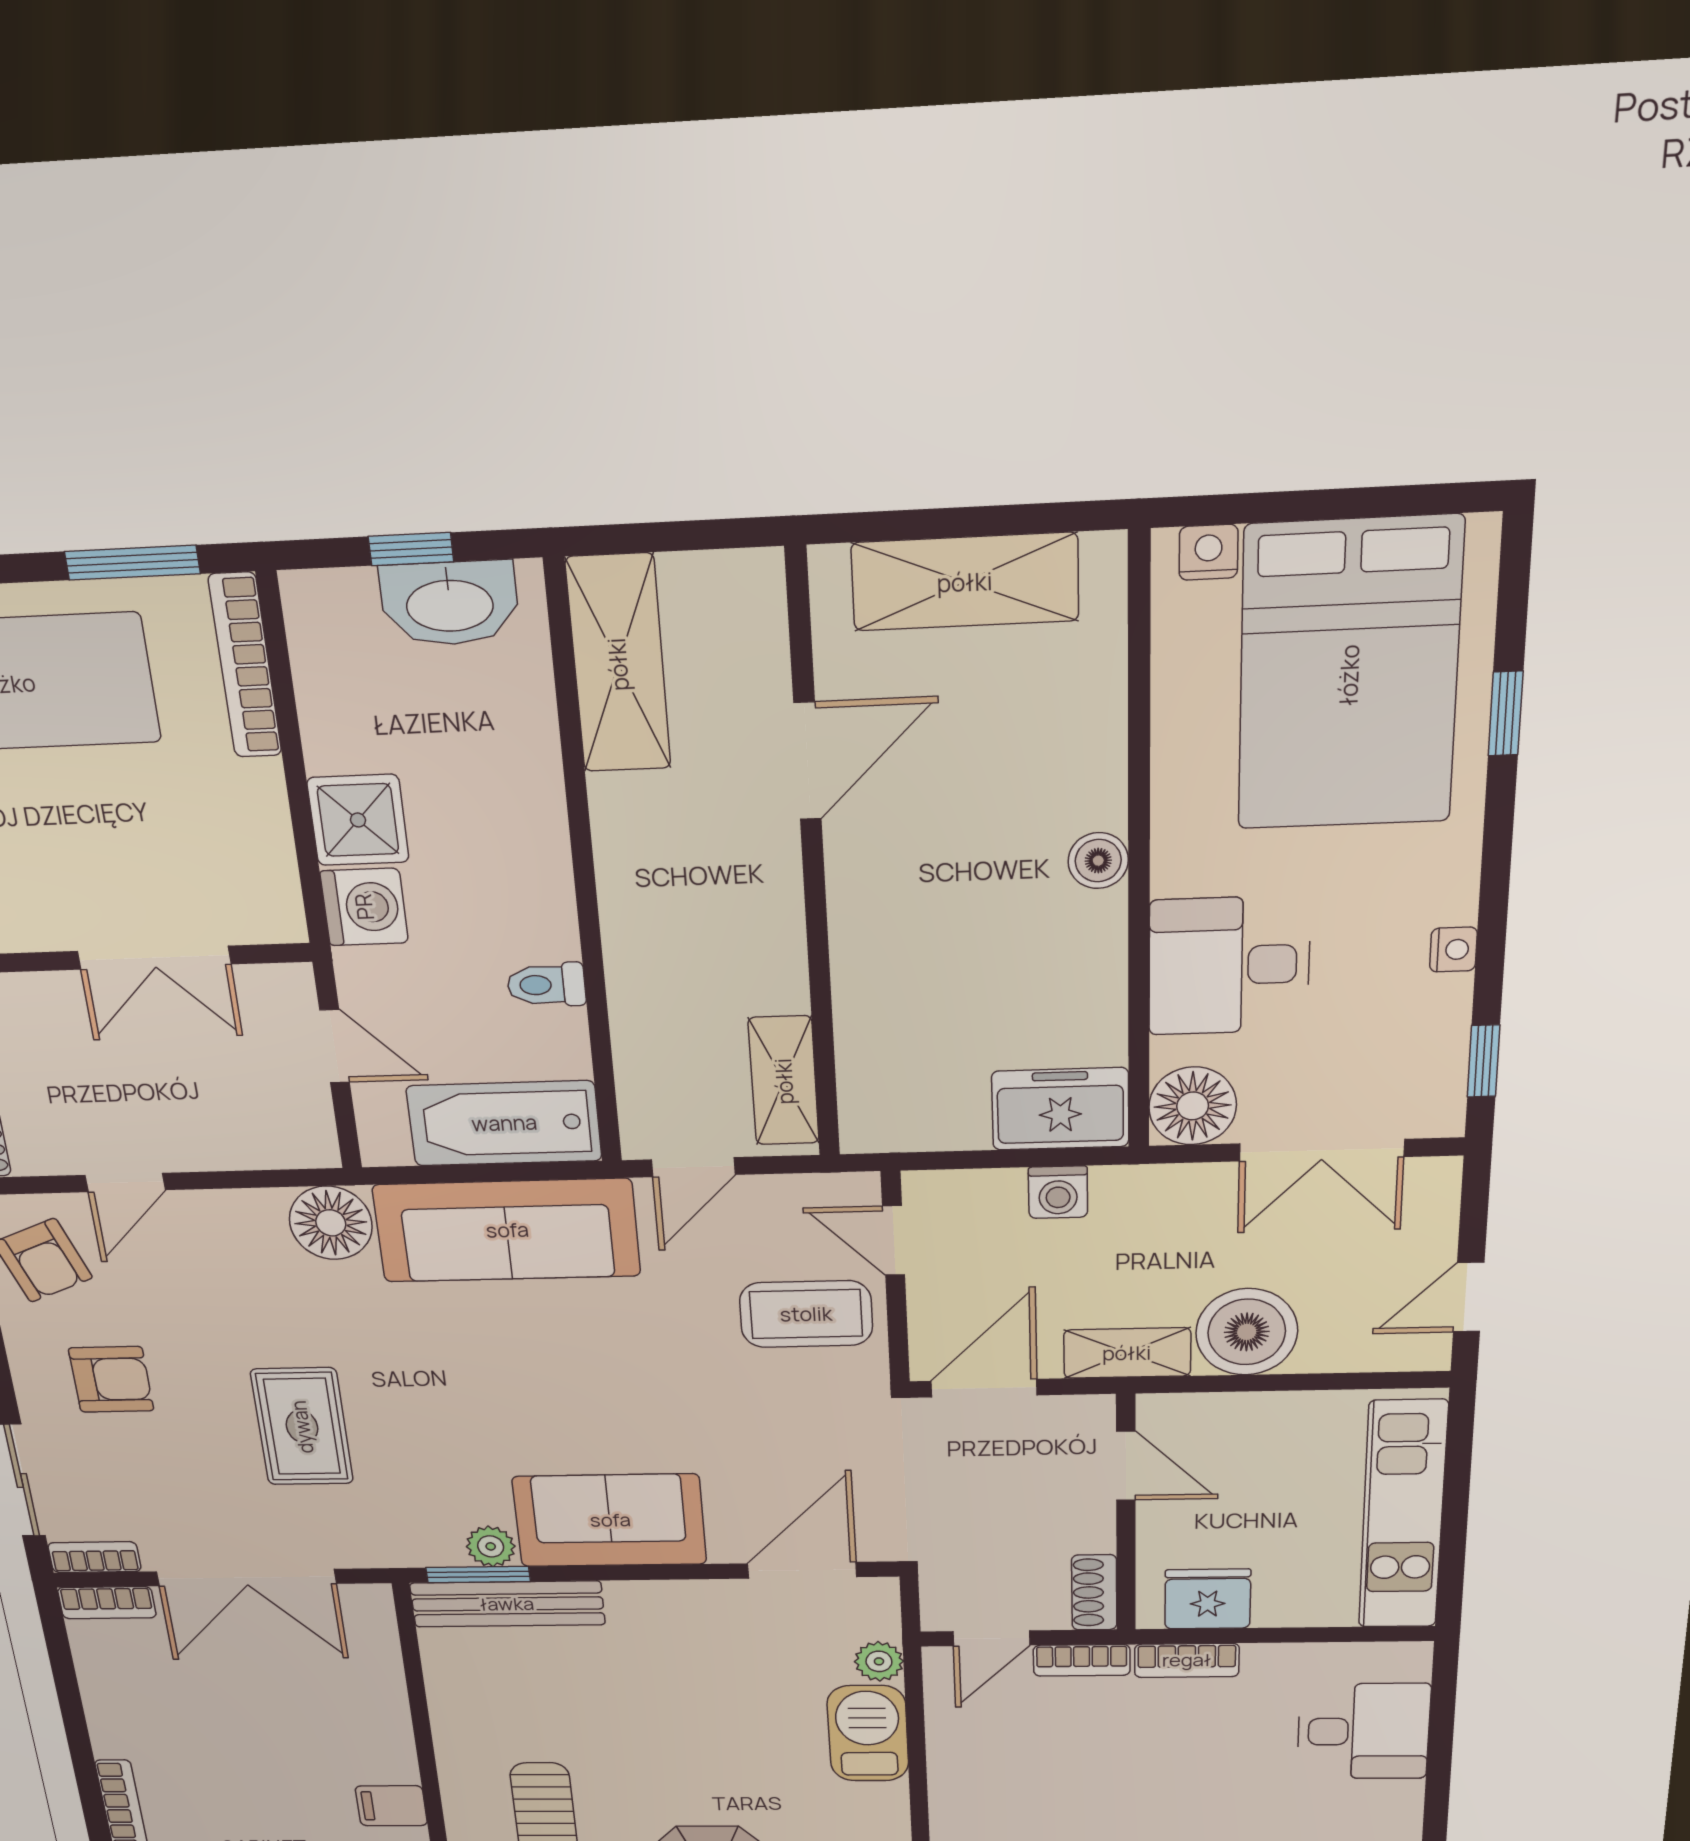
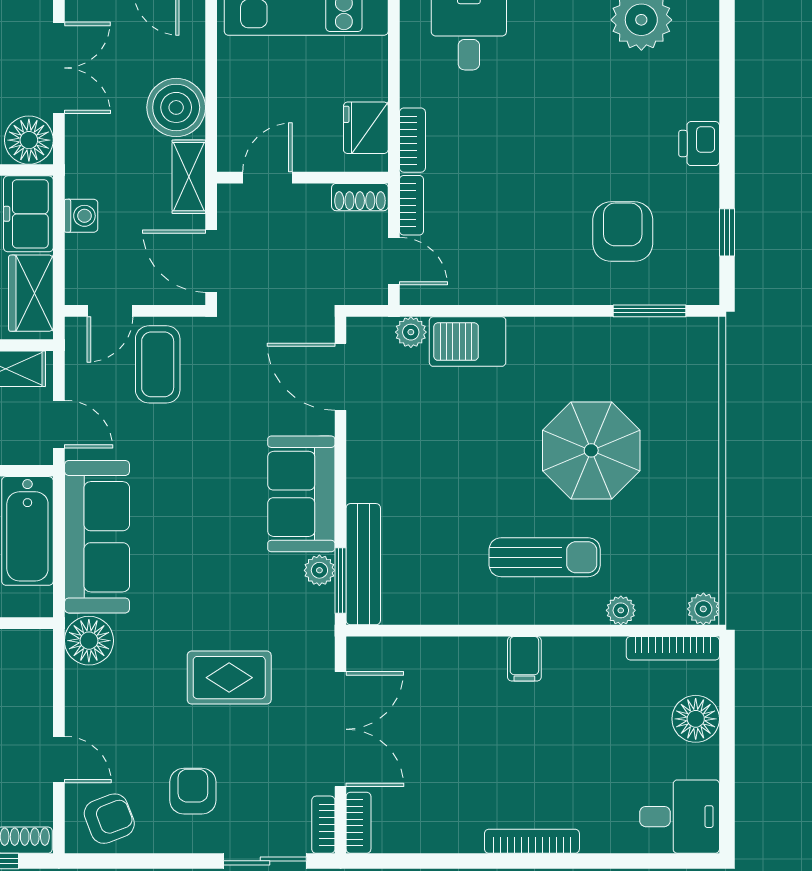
wardrobe: (919, 1117) -> (31, 293), added

